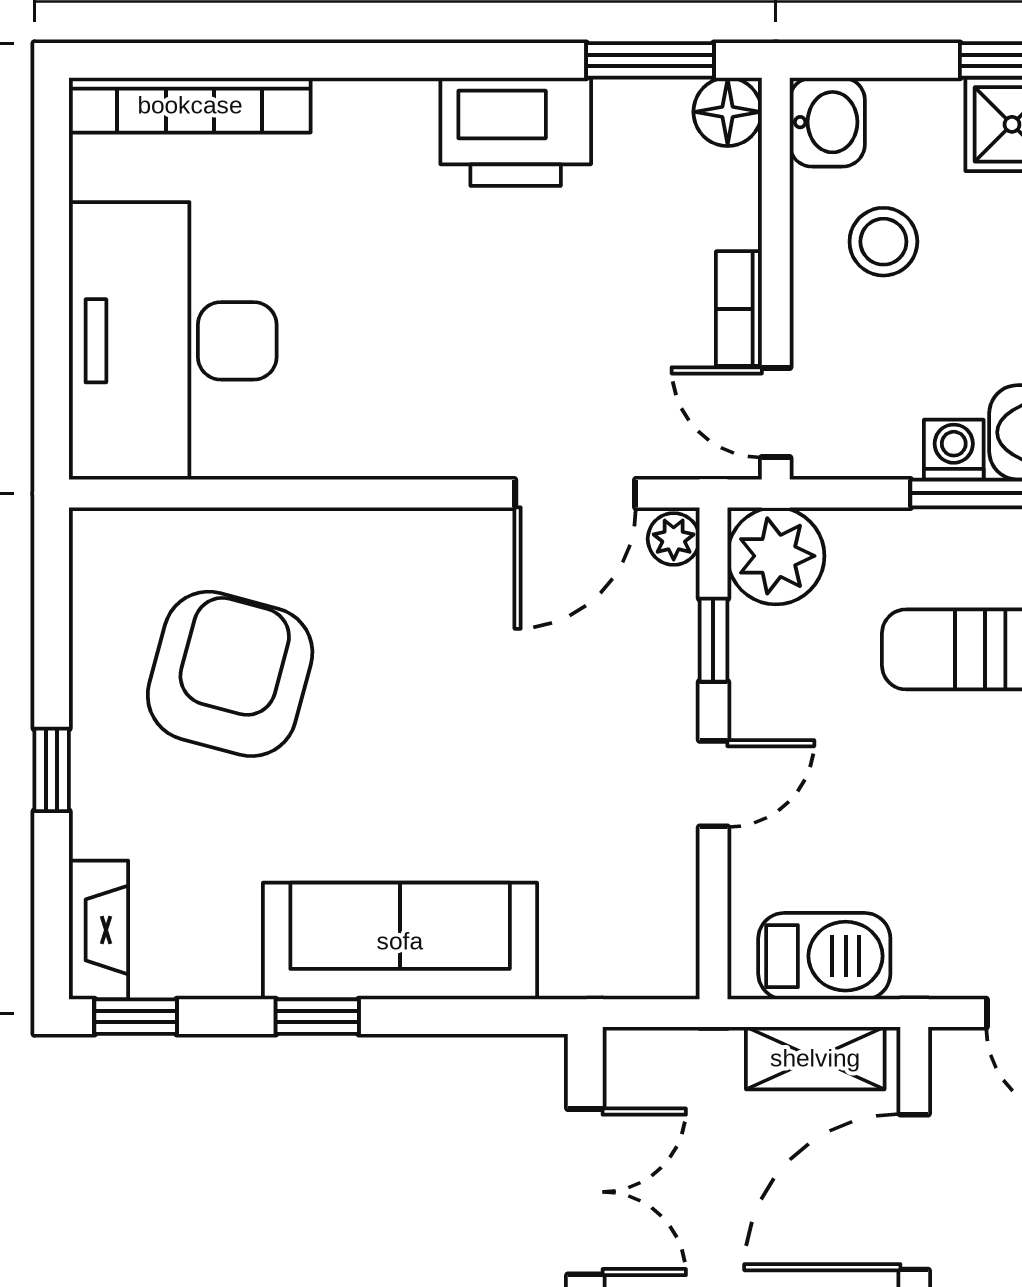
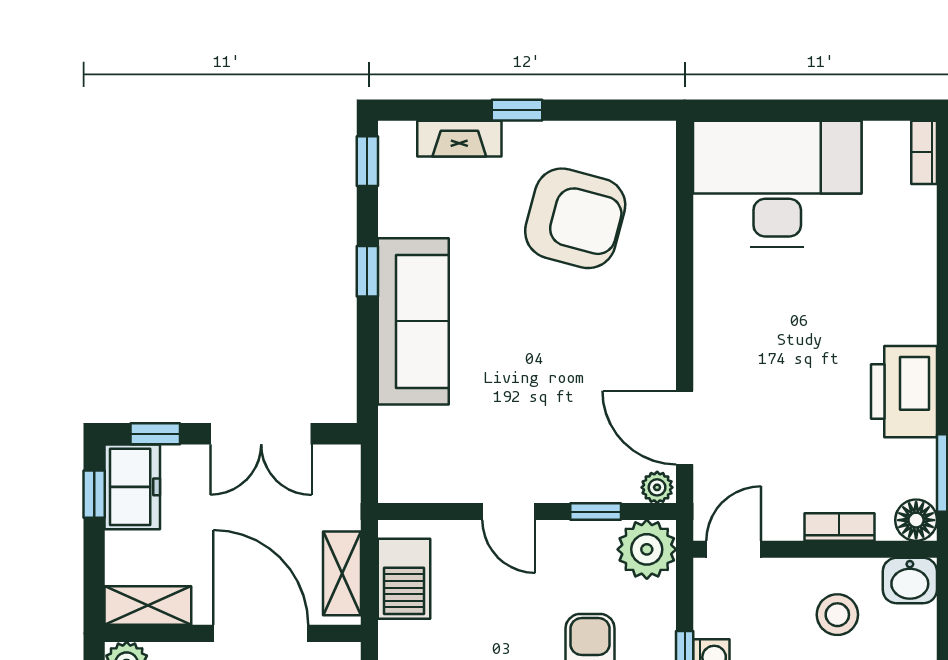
bookcase: (190, 105) -> (924, 152), width x0.43, depth x0.76
bookcase: (739, 309) -> (839, 527), moved
fireplace: (99, 930) -> (459, 139), moved

